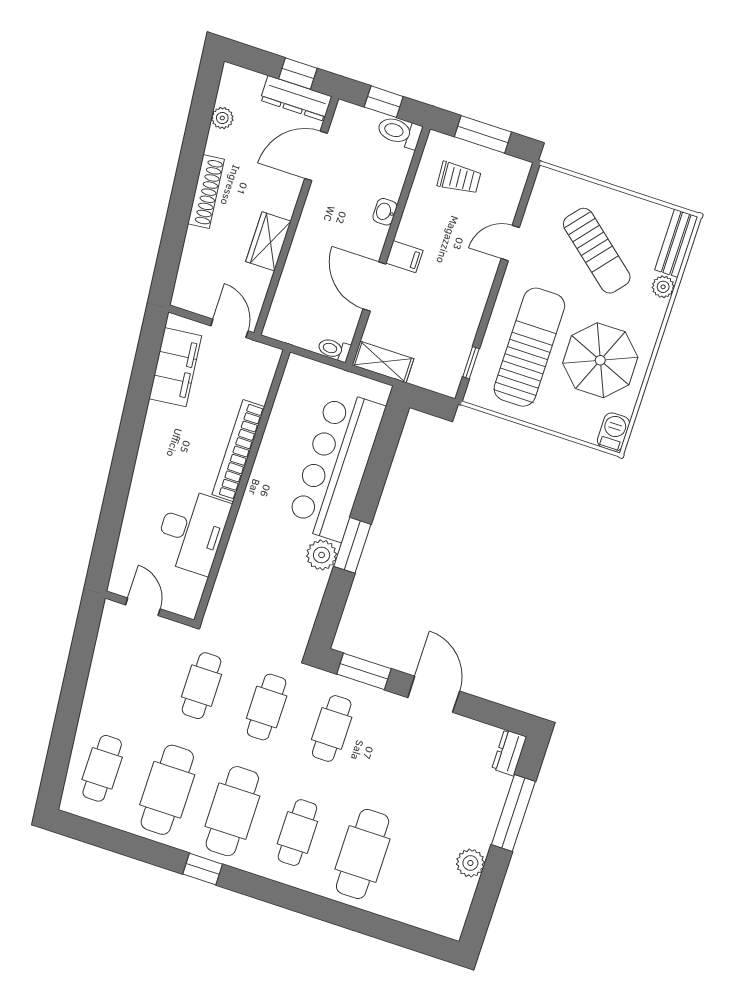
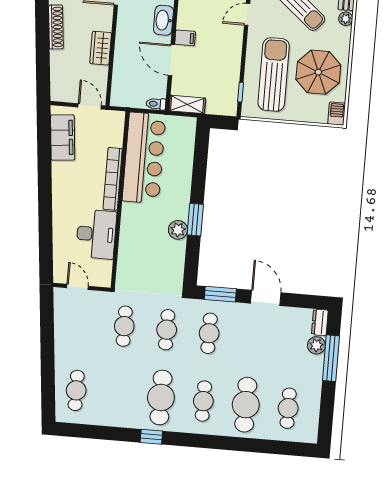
washbasin: (385, 212) -> (163, 20), width x1.91, depth x1.45
bar counter: (336, 465) -> (144, 158), moved, turned 180
cafe table: (167, 790) -> (288, 408), moved, width x0.73, depth x0.74
plant: (470, 863) -> (316, 345), moved

